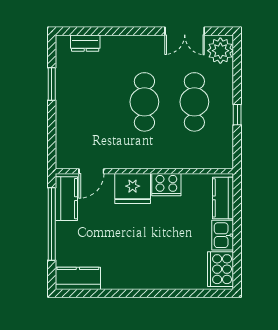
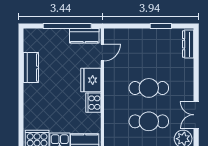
dresser: (85, 43) -> (188, 44), width x1.44
door: (91, 171) -> (102, 53), swing flipped
kitchen counter: (78, 278) -> (31, 67), moved

